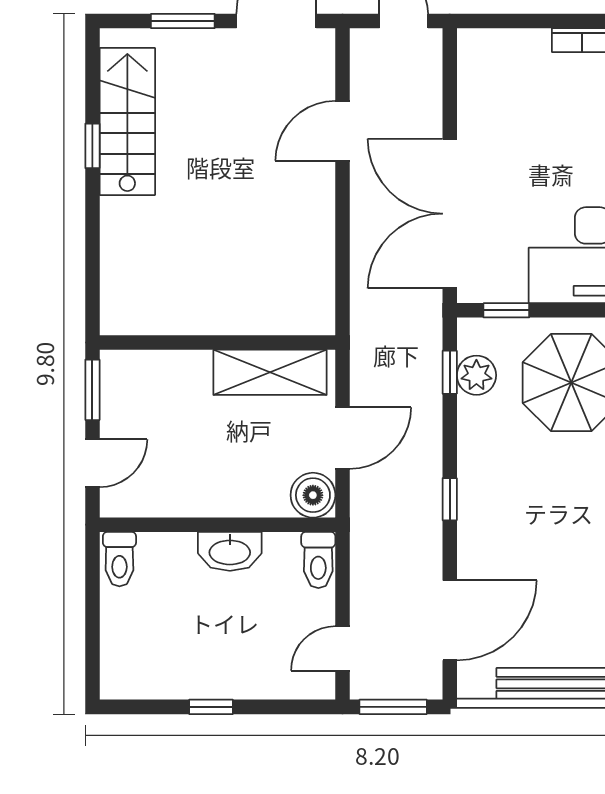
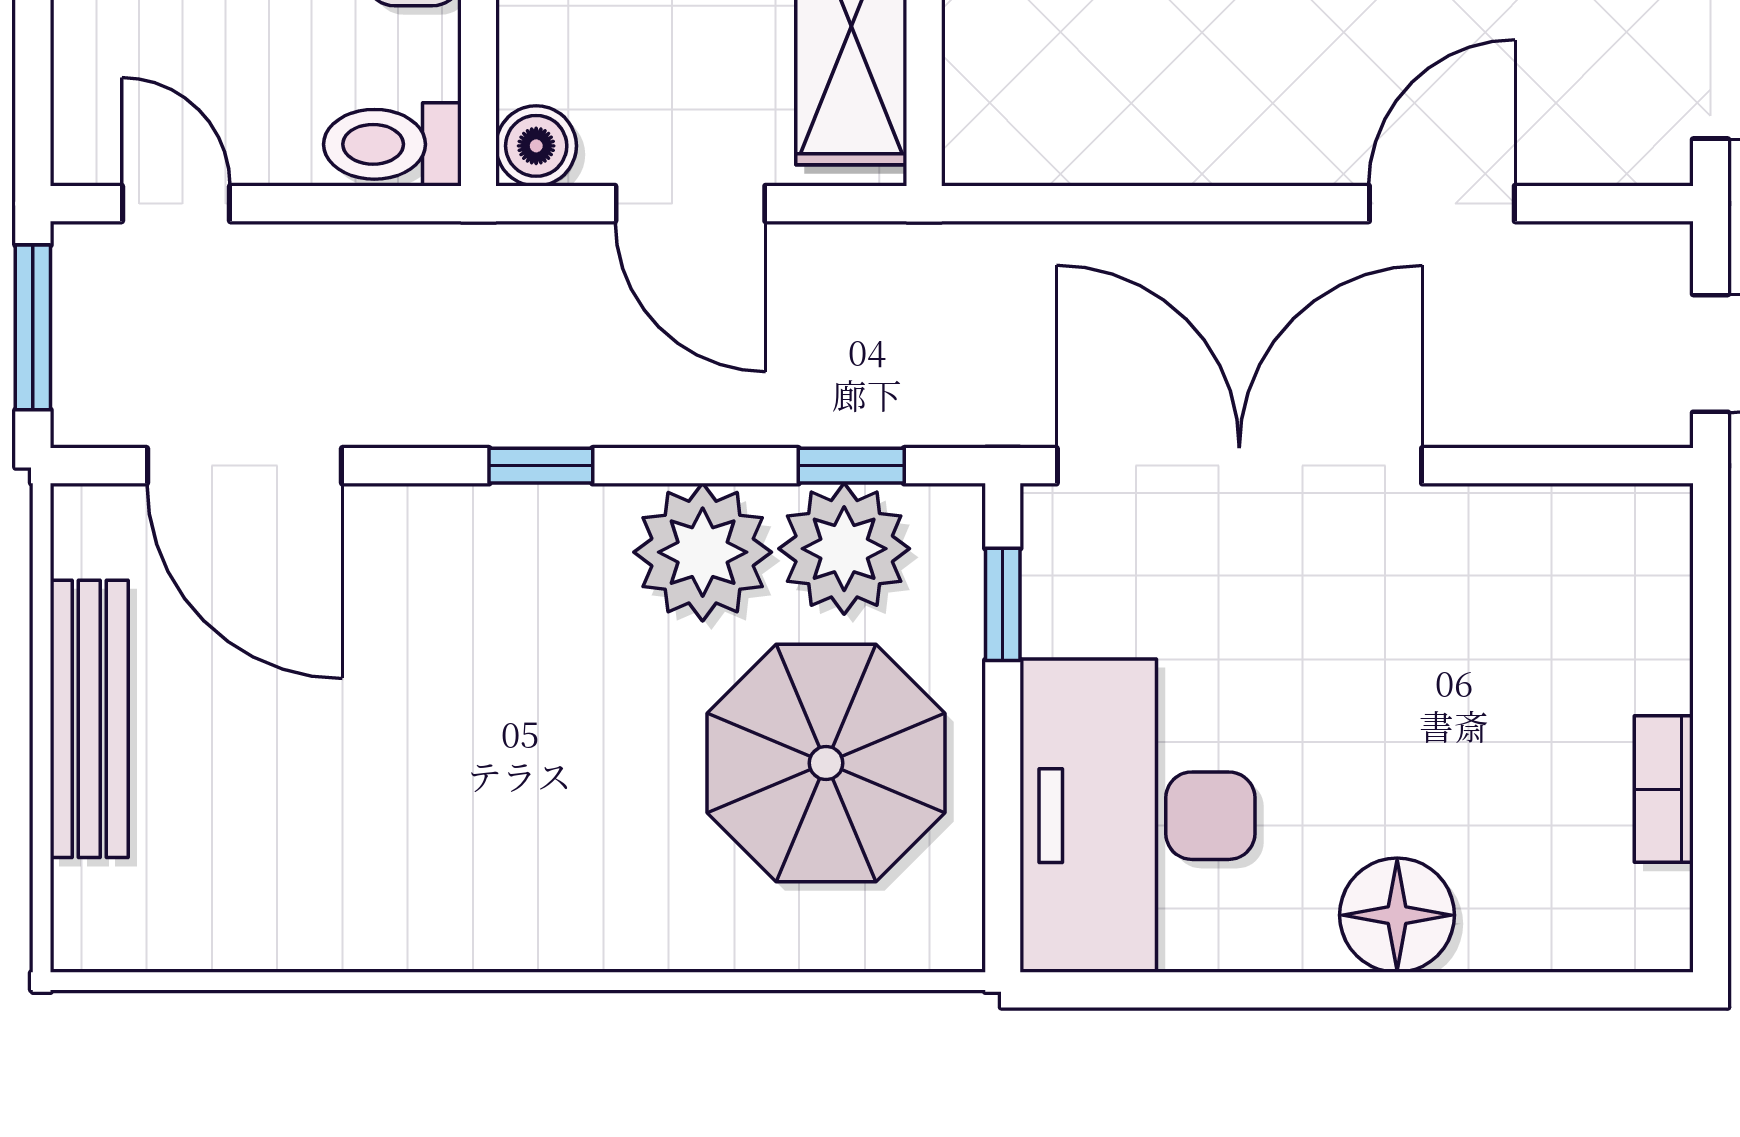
door: (342, 131) -> (1442, 204), hinge flipped
plant: (476, 375) -> (844, 549), width x1.36, depth x1.36
plant: (485, 433) -> (703, 552), added
boiler: (313, 495) -> (536, 146), width x0.73, depth x0.73

